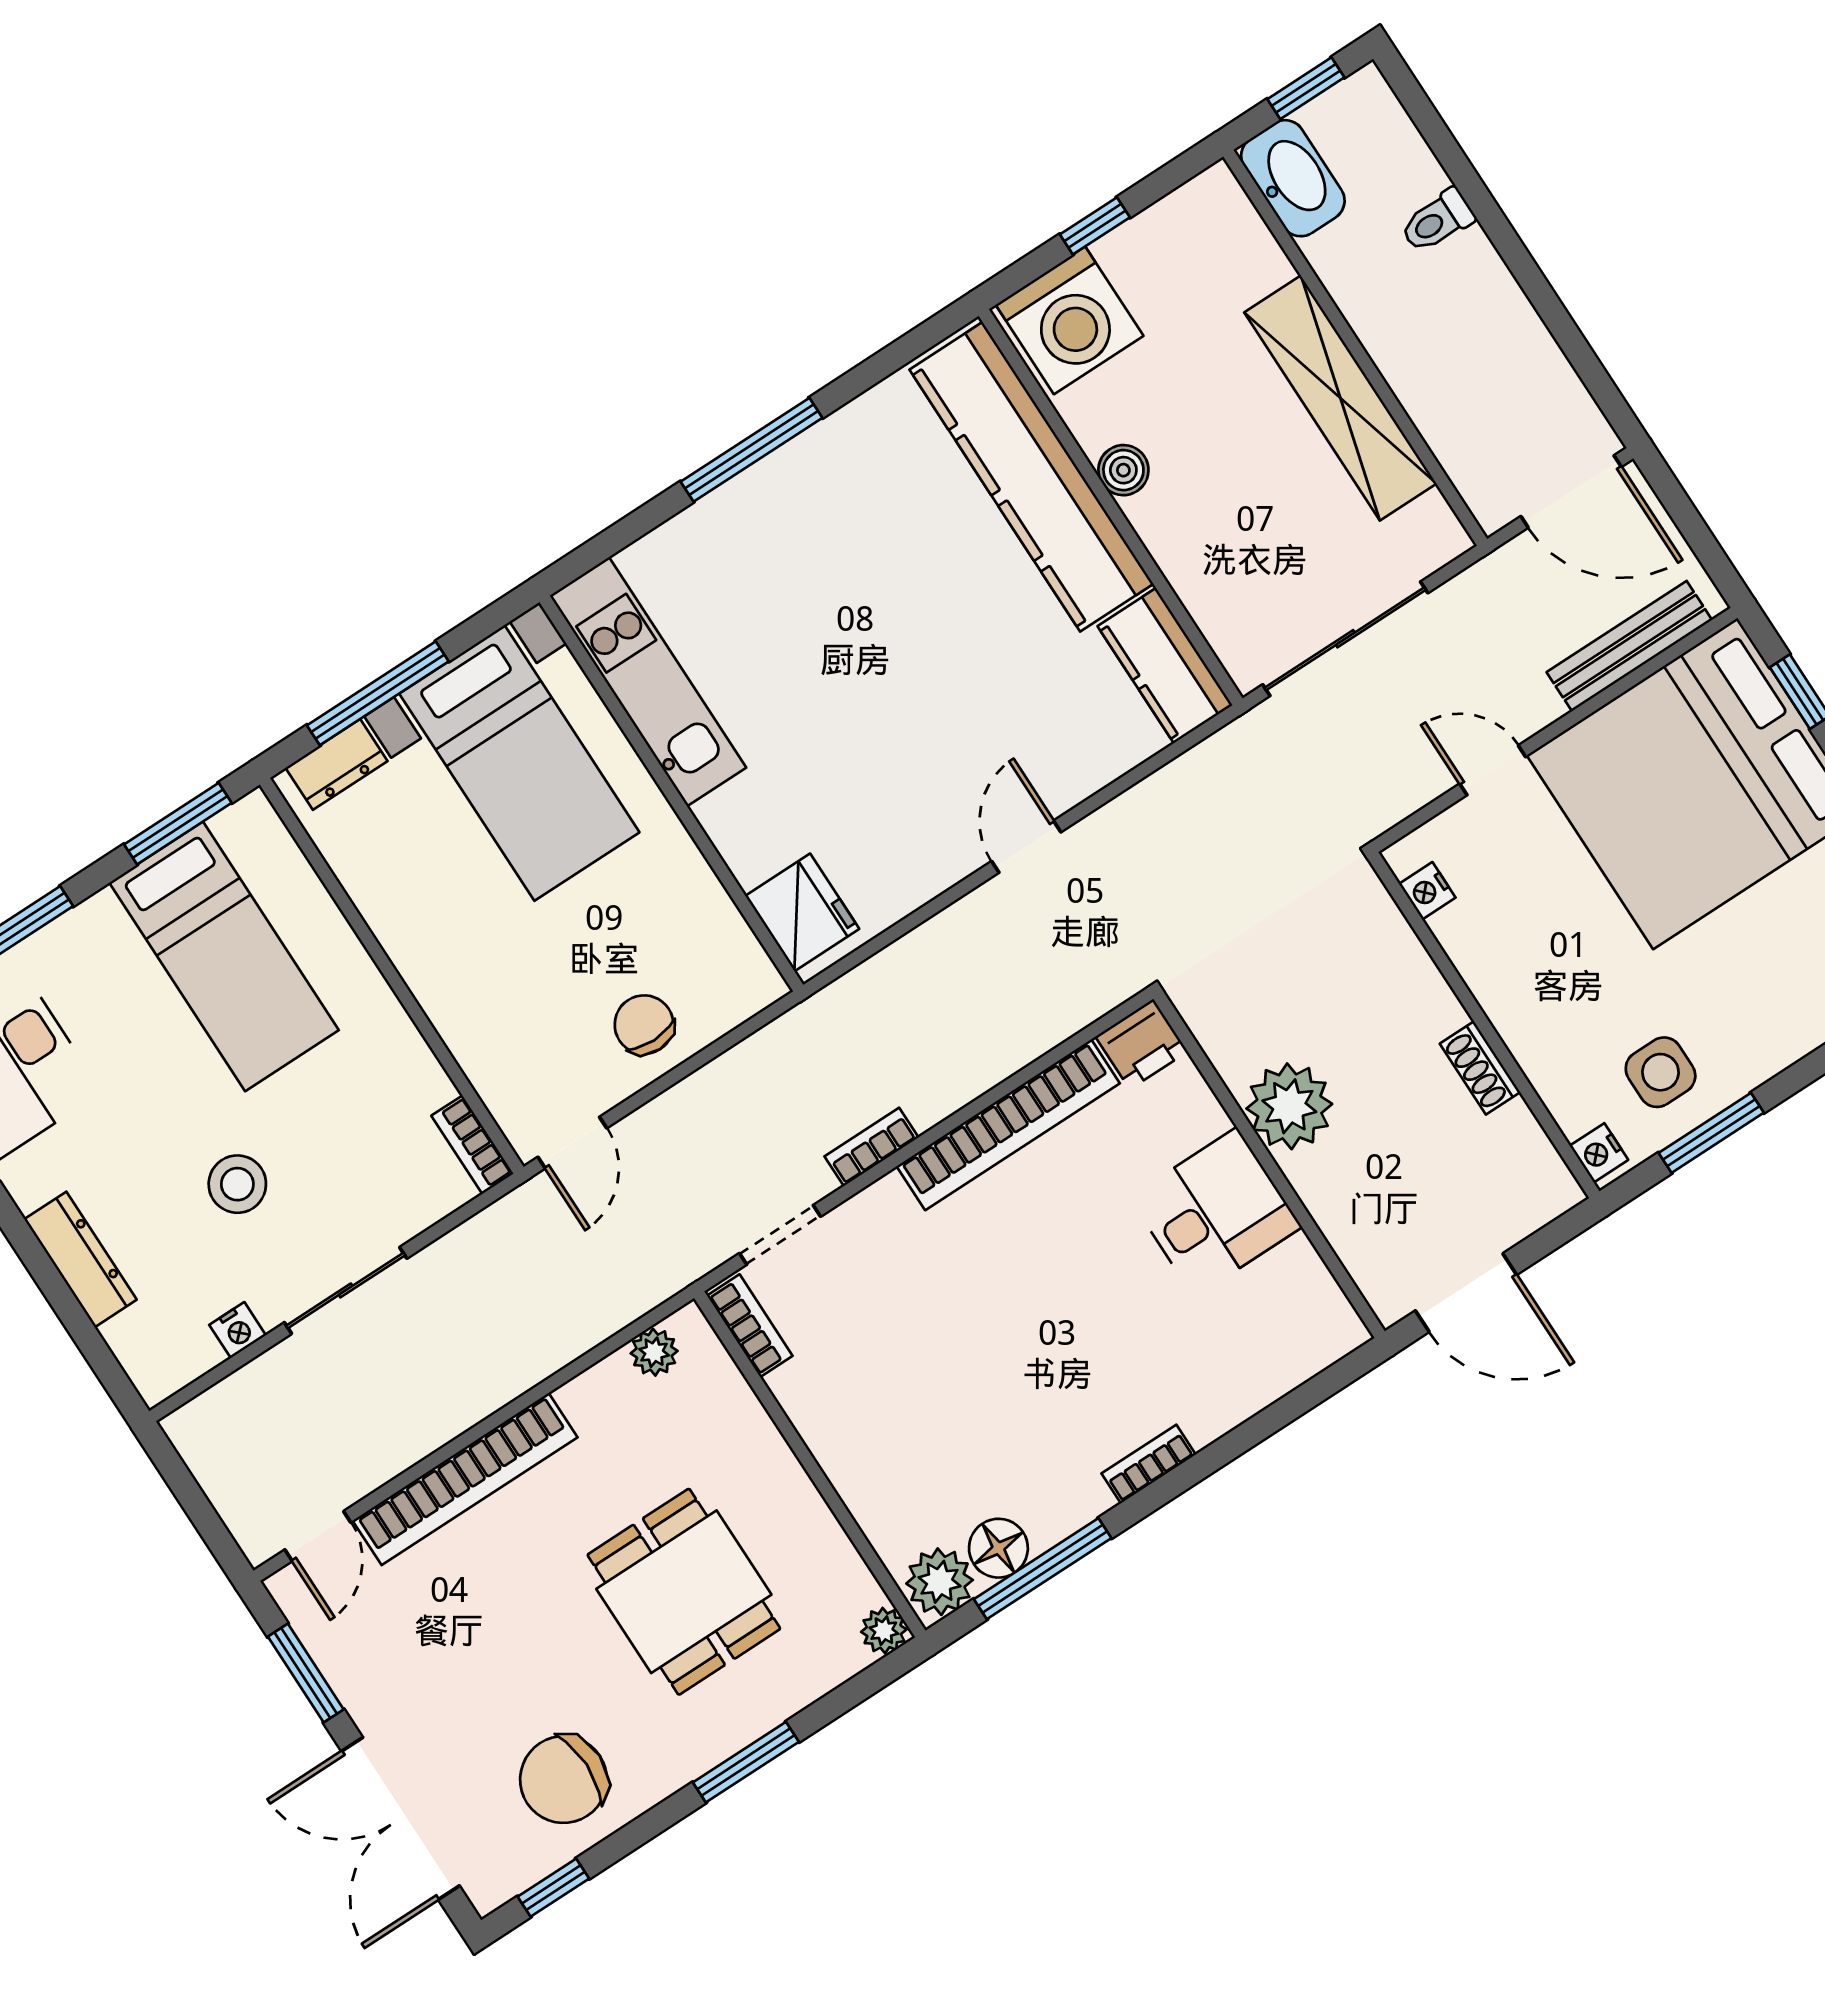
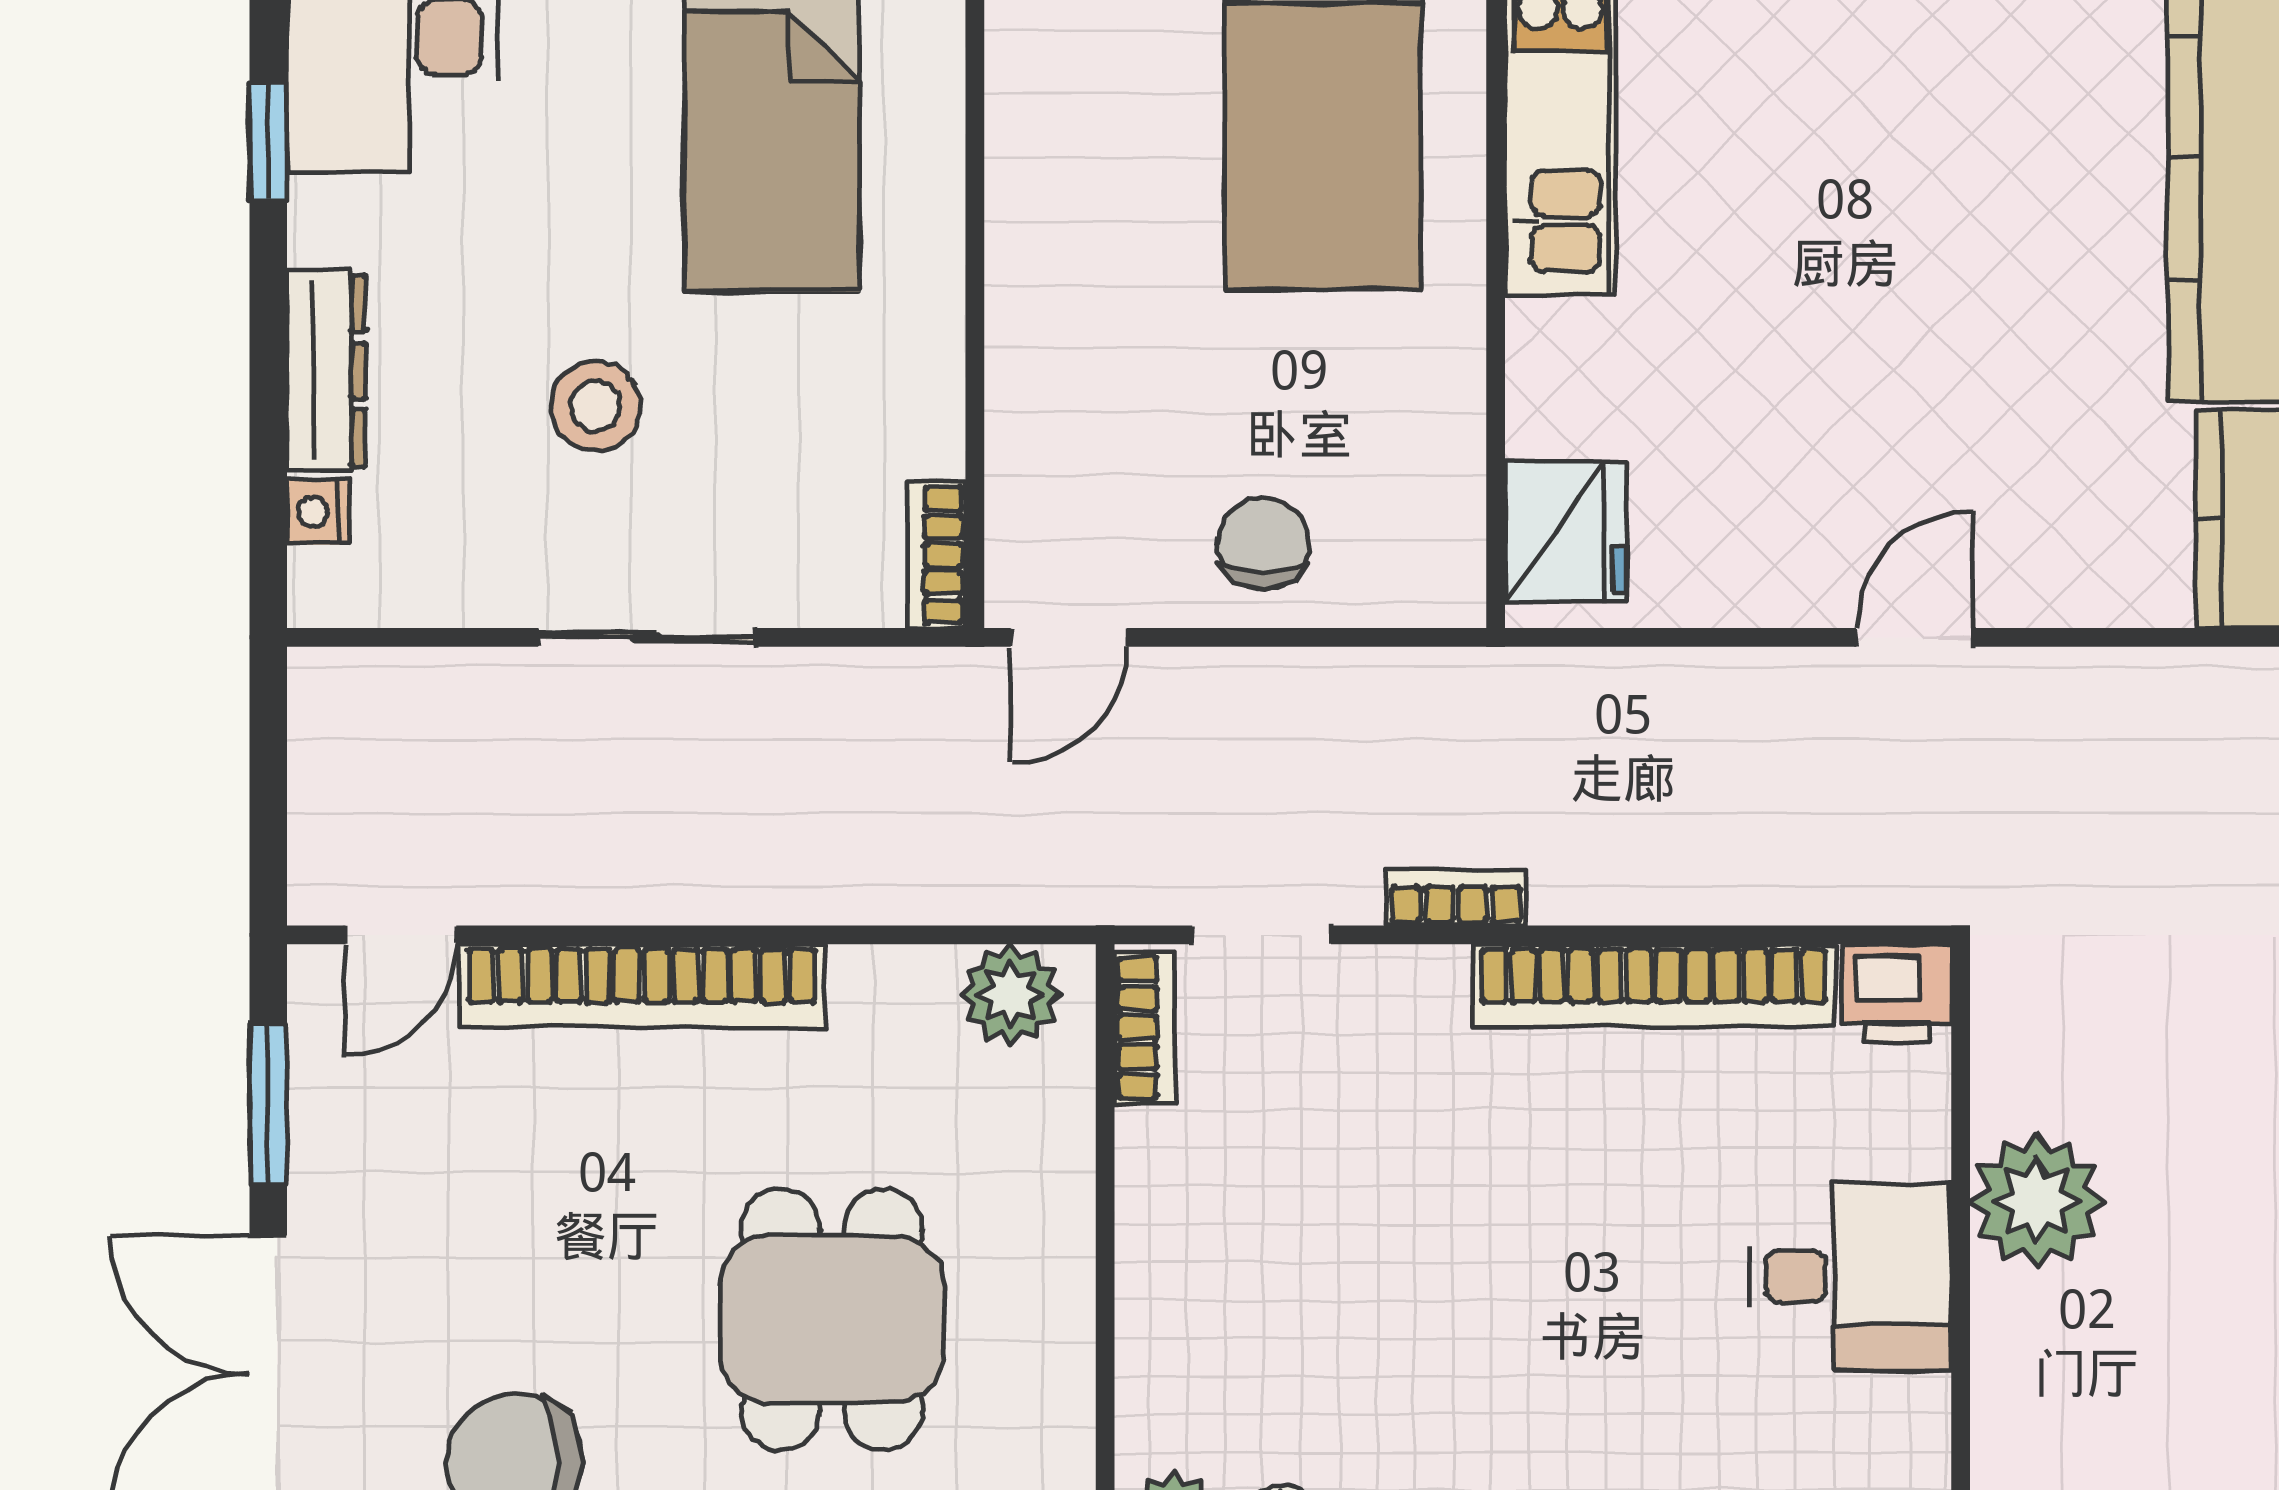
nightstand: (238, 1330) -> (318, 512), moved, turned 90
plant: (654, 1352) -> (1011, 995), width x1.38, depth x1.38

